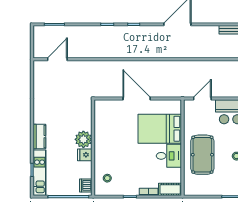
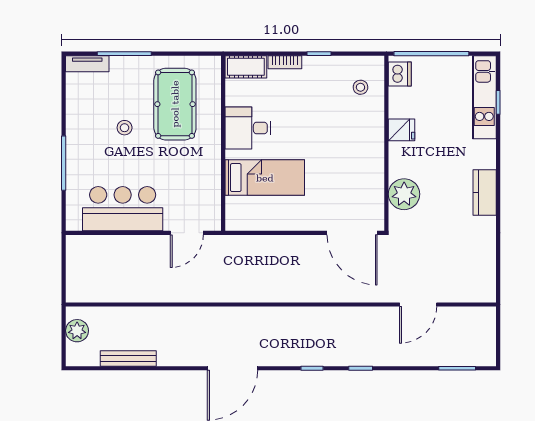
door: (57, 59) -> (418, 305), moved
door: (137, 98) -> (352, 233), moved
bed: (160, 129) -> (265, 178), width x0.67
kitchen counter: (39, 137) -> (485, 192), moved
plant: (83, 139) -> (404, 194), moved
pool table: (202, 155) -> (175, 104), moved

